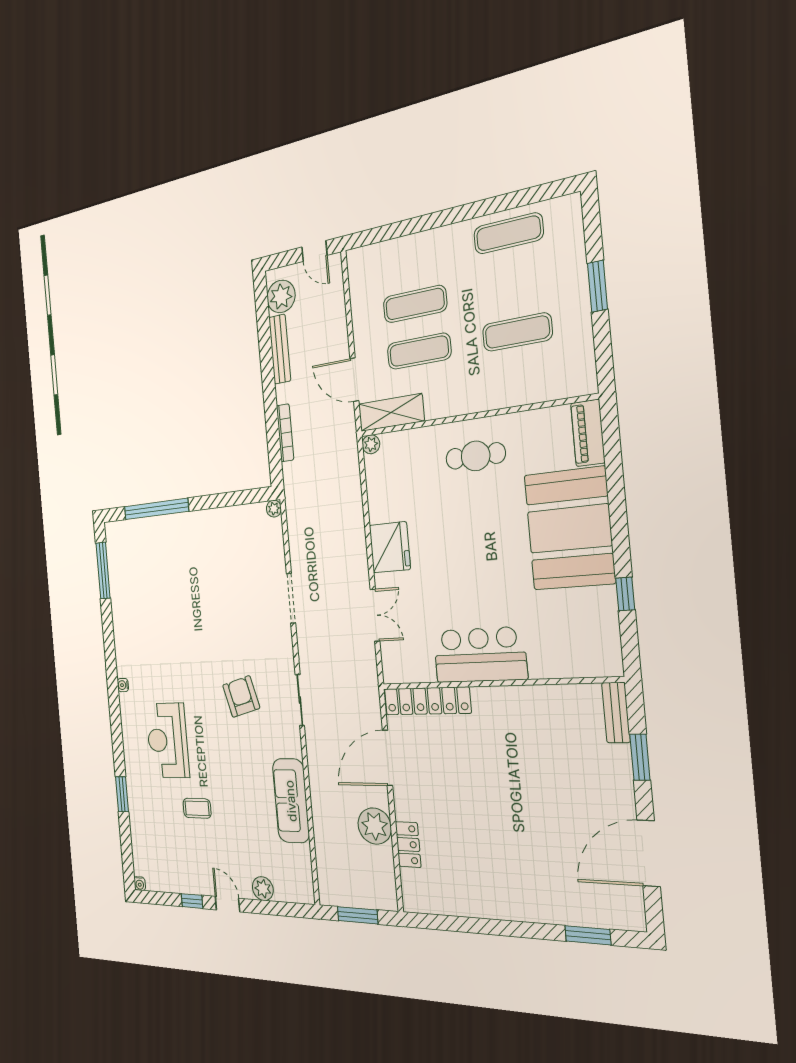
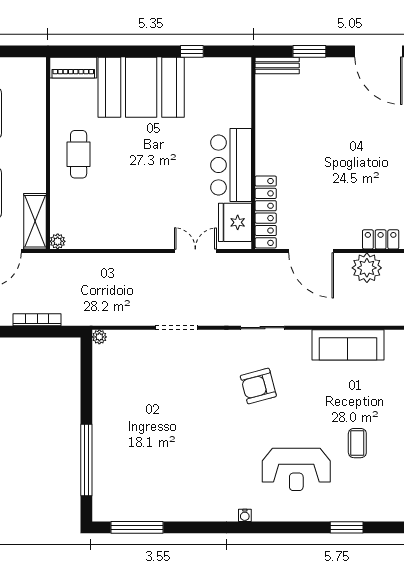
fridge: (390, 547) -> (235, 222), moved, turned -90

